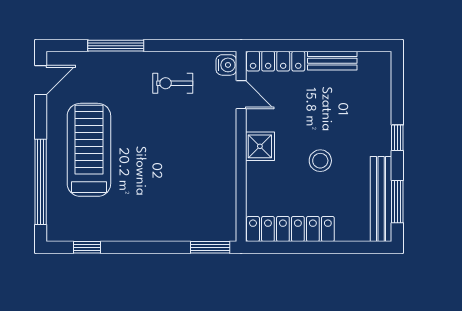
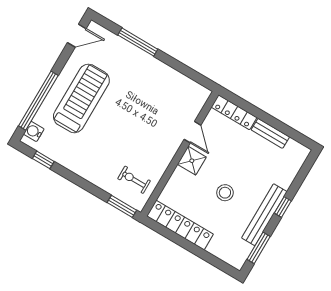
water cooler: (226, 65) -> (34, 131), moved, turned 180
exercise bike: (173, 83) -> (134, 180), moved
door: (241, 95) -> (192, 132), moved
bench: (381, 199) -> (264, 215), moved

